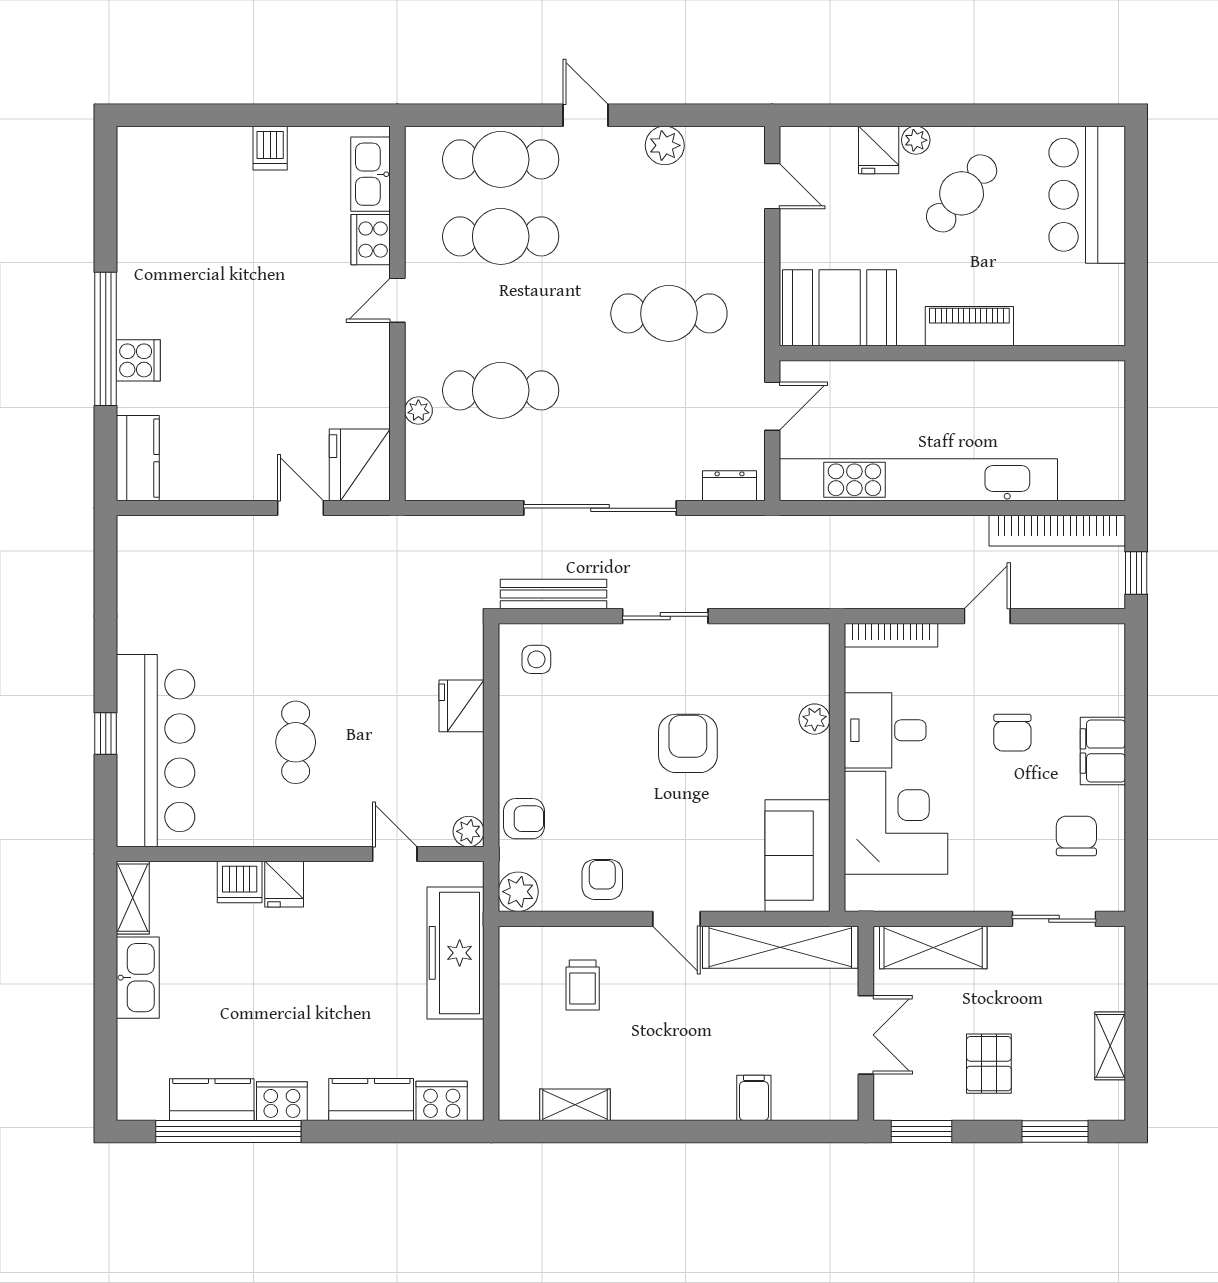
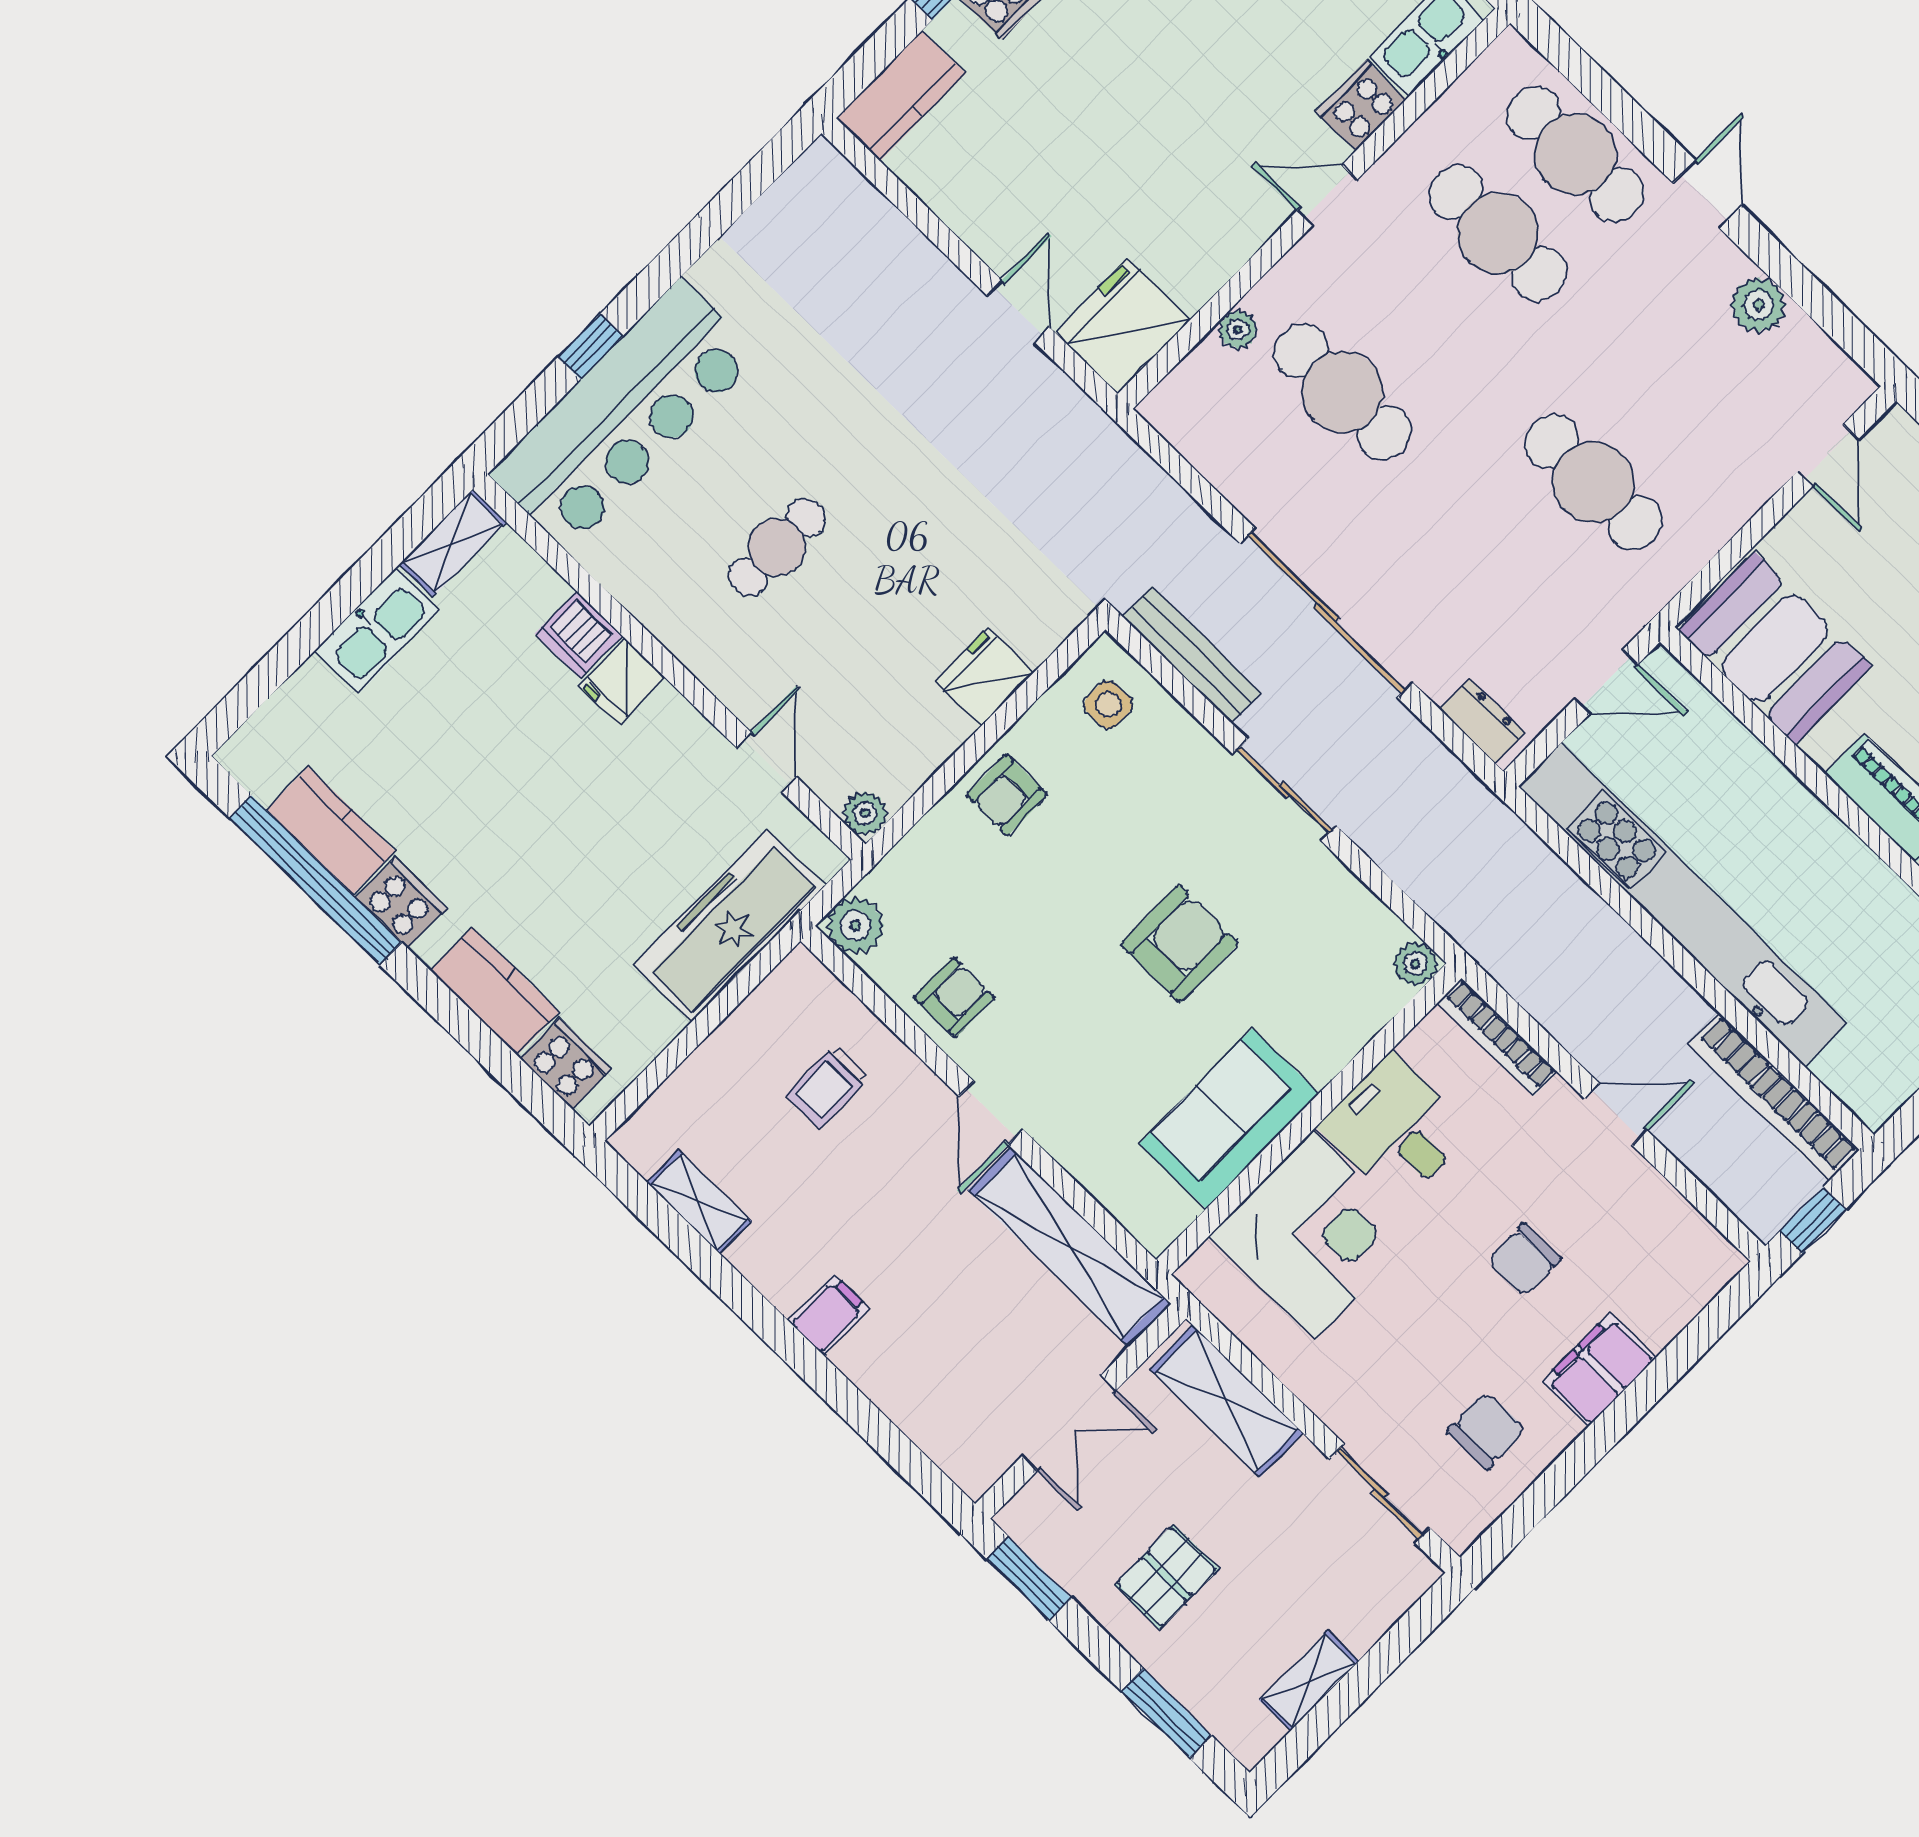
plant: (815, 719) -> (1415, 964), moved
armchair: (524, 819) -> (1007, 795), moved, turned 90
sofa: (797, 856) -> (1229, 1119), moved
filing cabinet: (754, 1098) -> (829, 1315), moved

